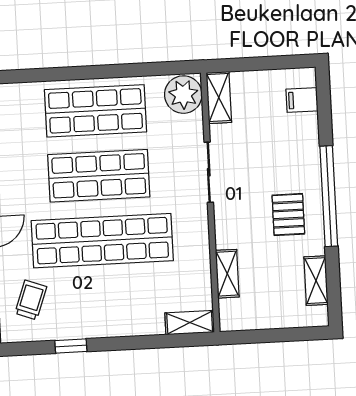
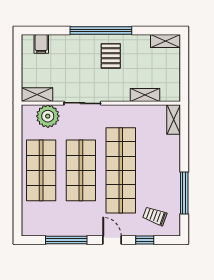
plant: (183, 95) -> (48, 116), moved
pallet: (288, 215) -> (111, 56), turned 90
shelving: (316, 281) -> (165, 41), moved
window: (71, 346) -> (184, 193), width x2.17

